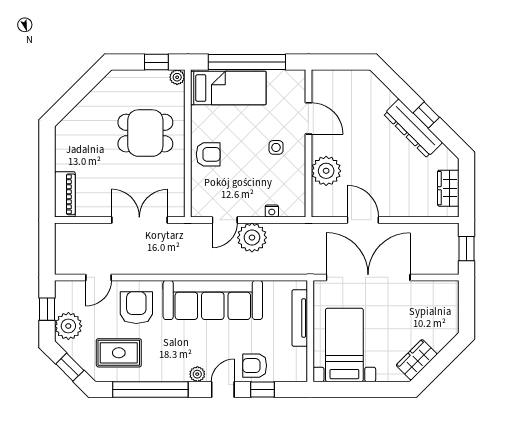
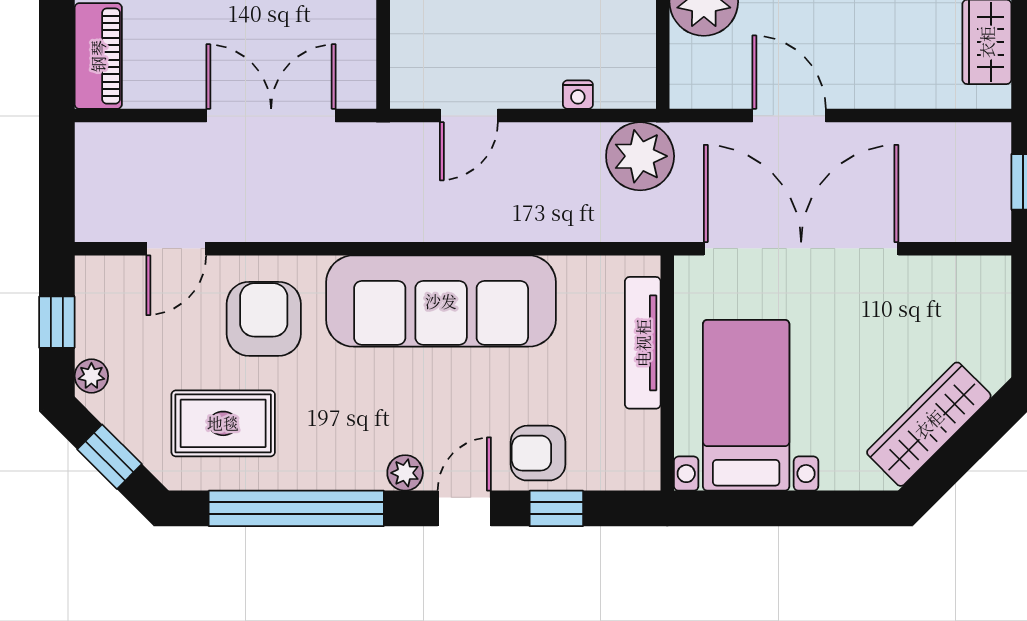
plant: (252, 238) -> (640, 156), moved
plant: (68, 326) -> (91, 376), width x0.53, depth x0.53
wardrobe: (417, 360) -> (929, 424), width x1.50

